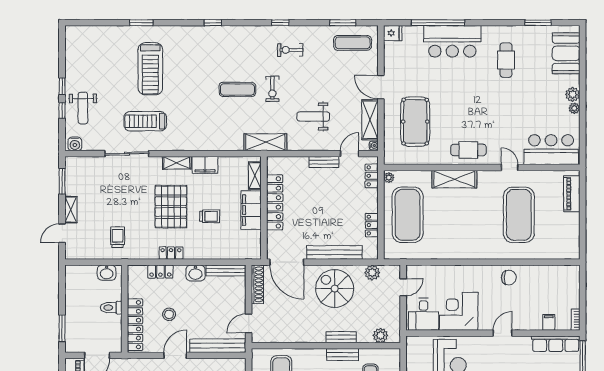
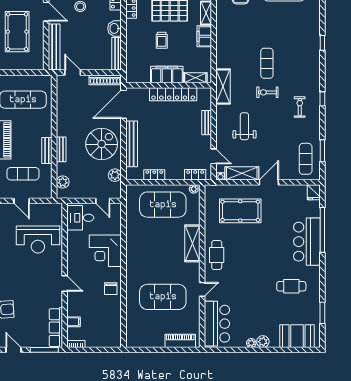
bench: (324, 162) -> (207, 123), moved
corner desk: (459, 311) -> (105, 251), moved, turned 180

